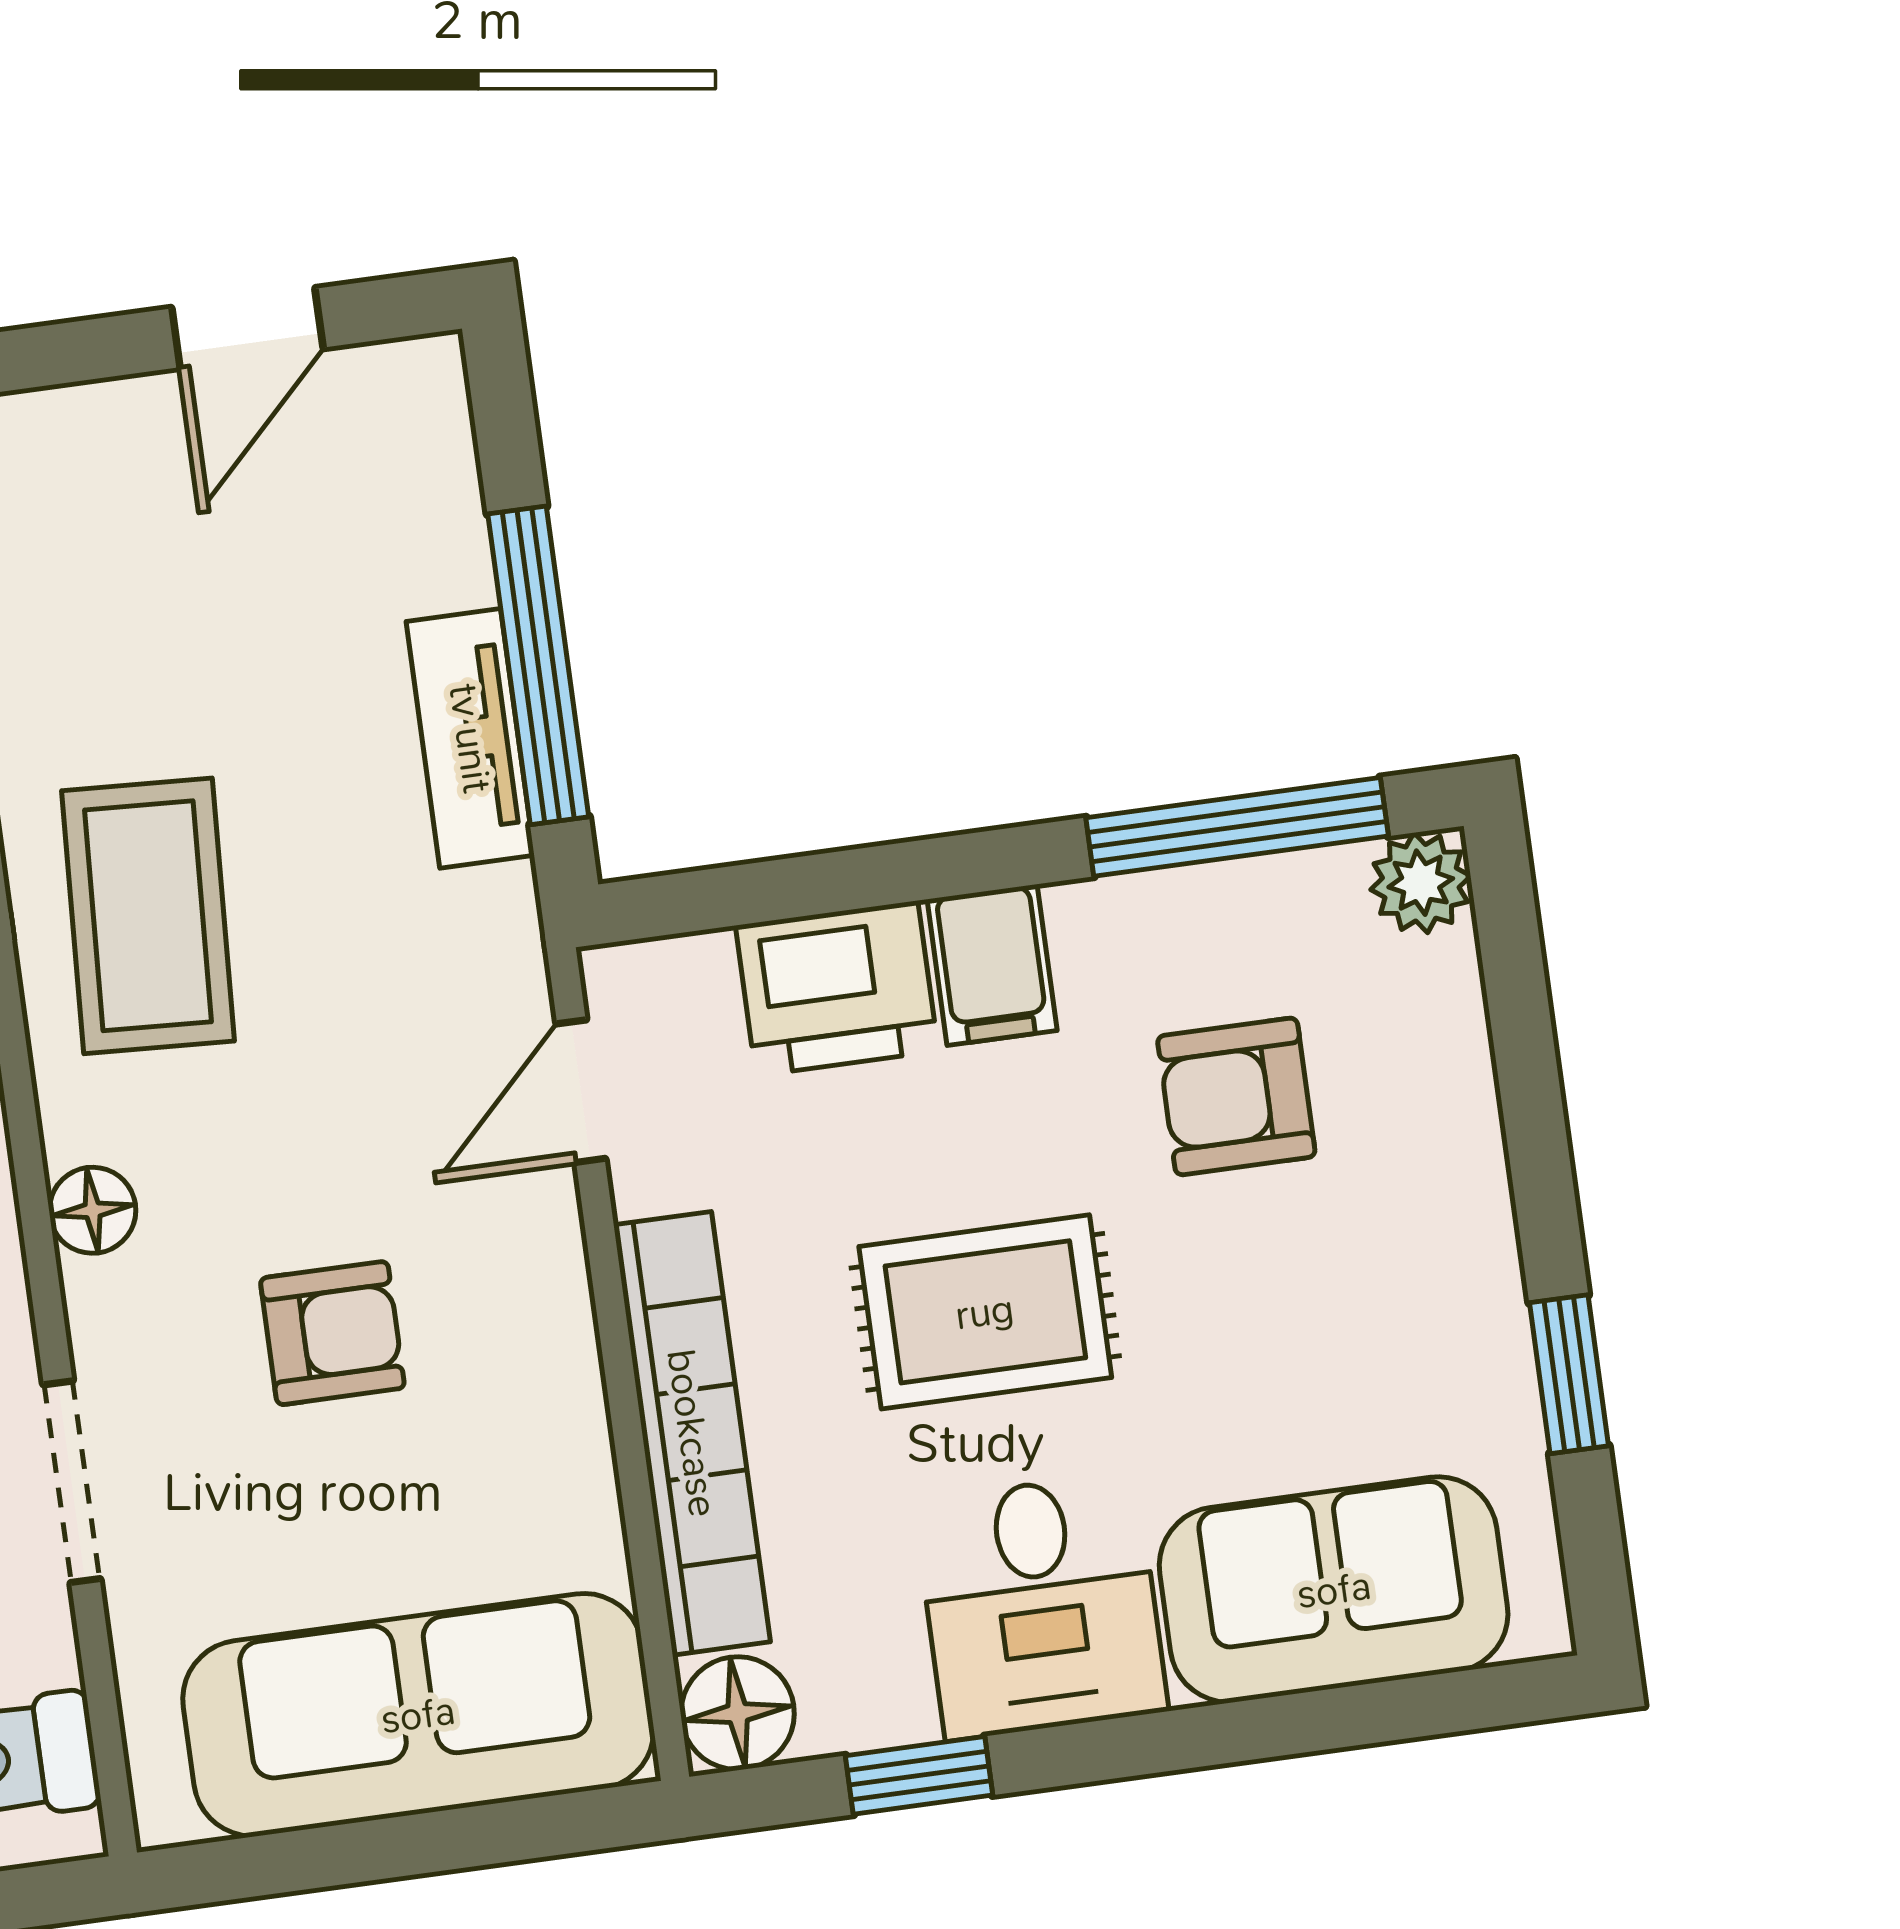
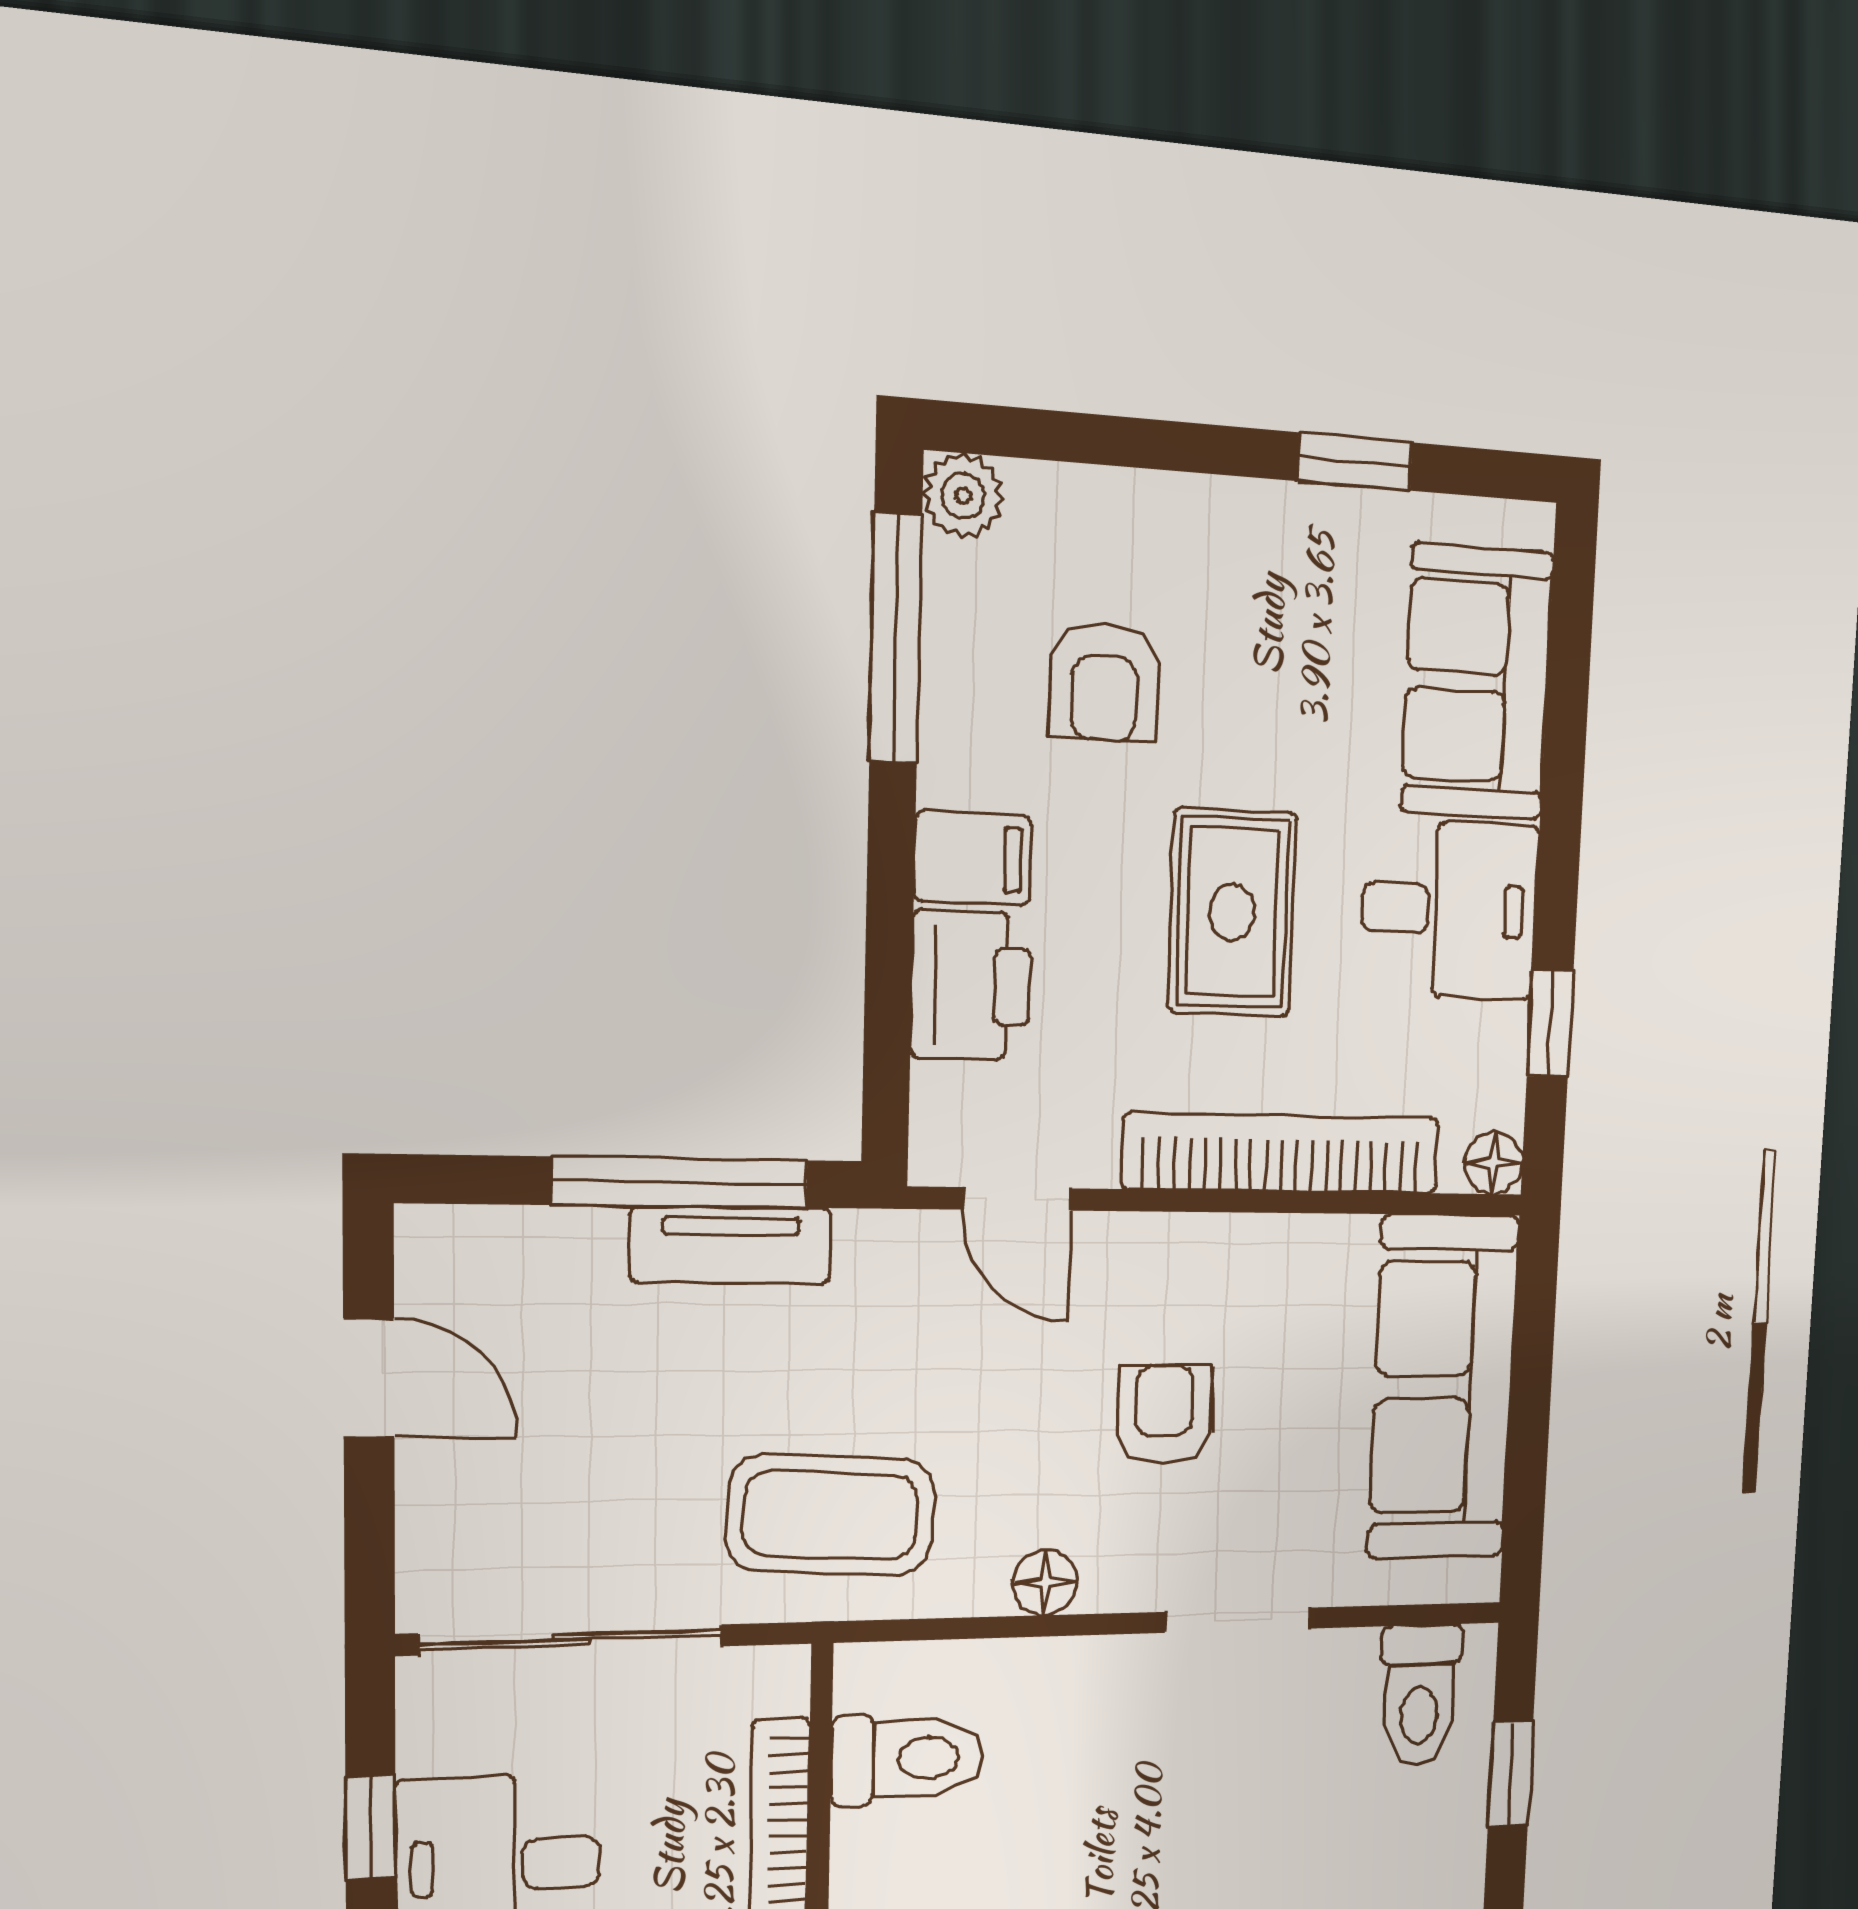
floor lamp: (738, 1713) -> (1494, 1163), width x0.73, depth x0.73

